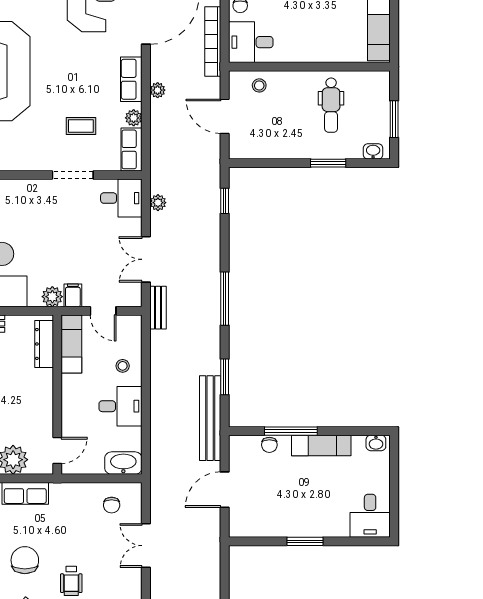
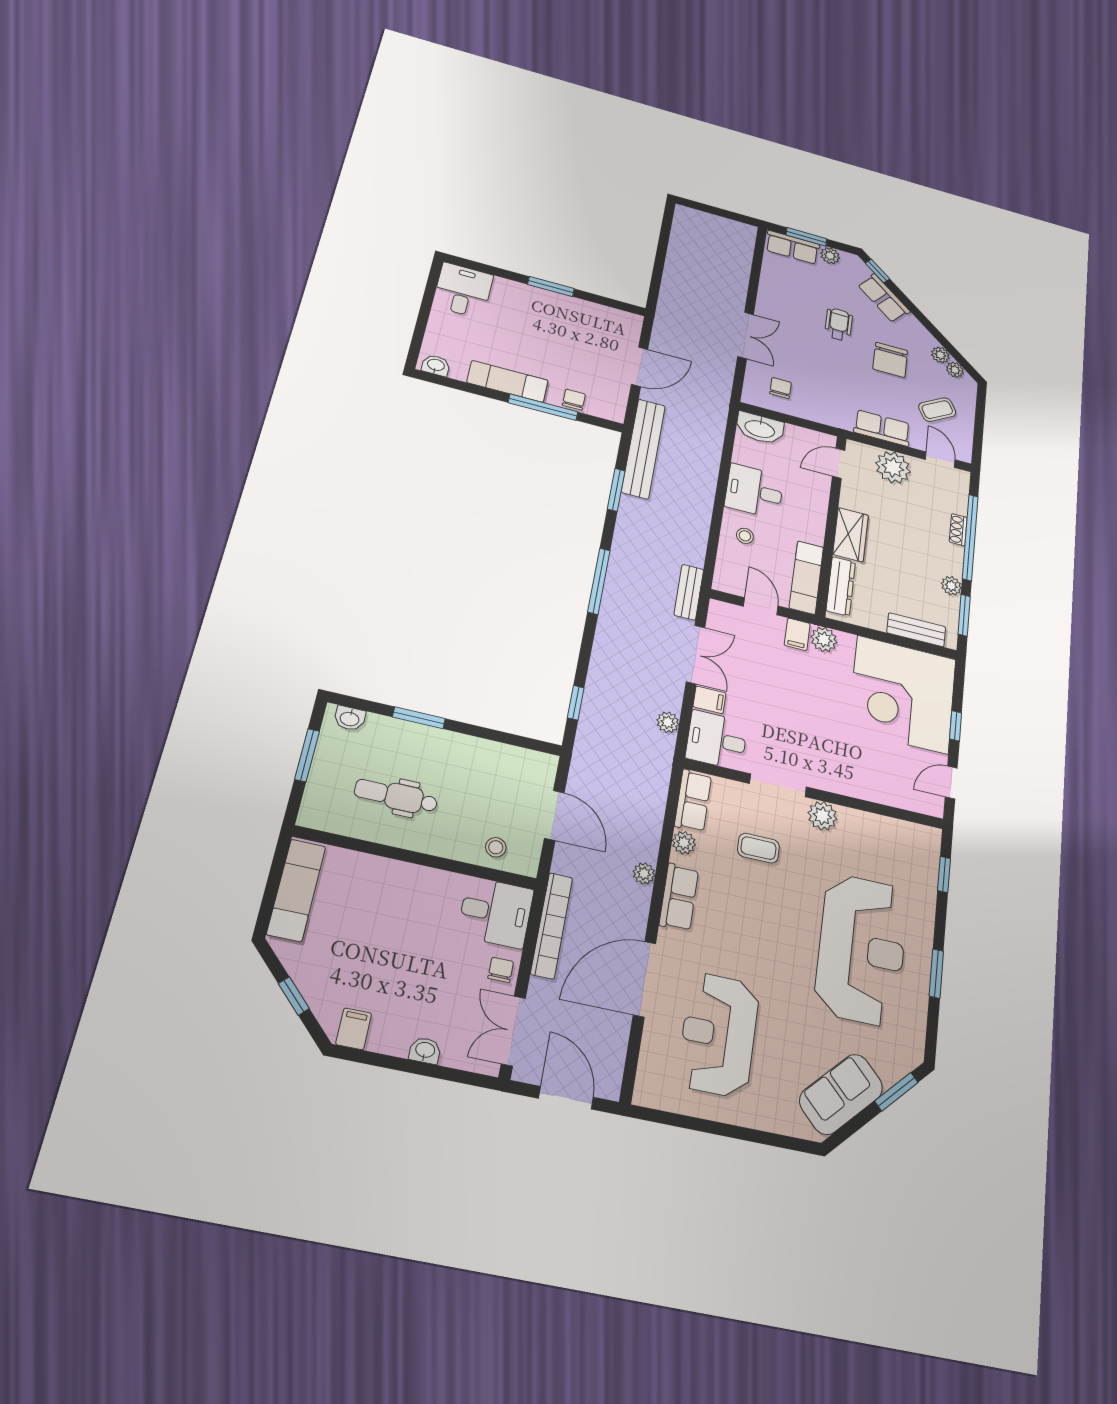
dental chair: (331, 105) -> (396, 796), turned -90
plant: (38, 160) -> (822, 816), added
filing cabinet: (131, 227) -> (709, 700), added
wardrobe: (41, 390) -> (851, 535), added

